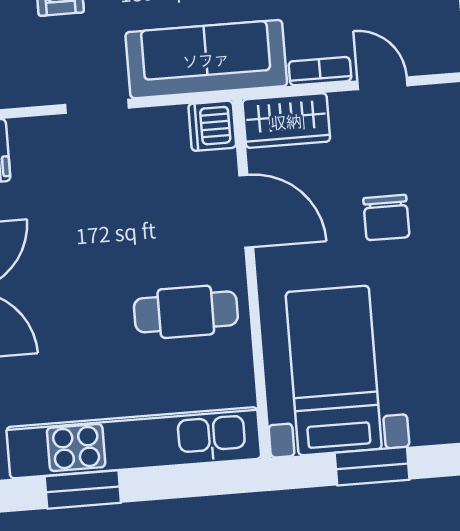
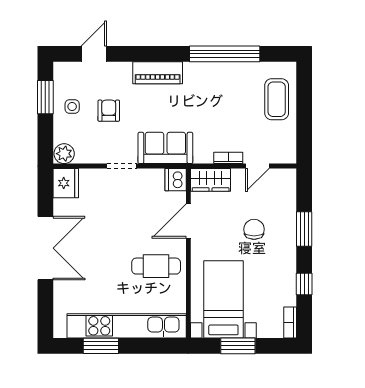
sofa: (206, 59) -> (165, 148), width x0.73
door: (383, 83) -> (257, 166), swing flipped
door: (246, 211) -> (188, 221), swing flipped
chair: (386, 218) -> (254, 229), turned 180

